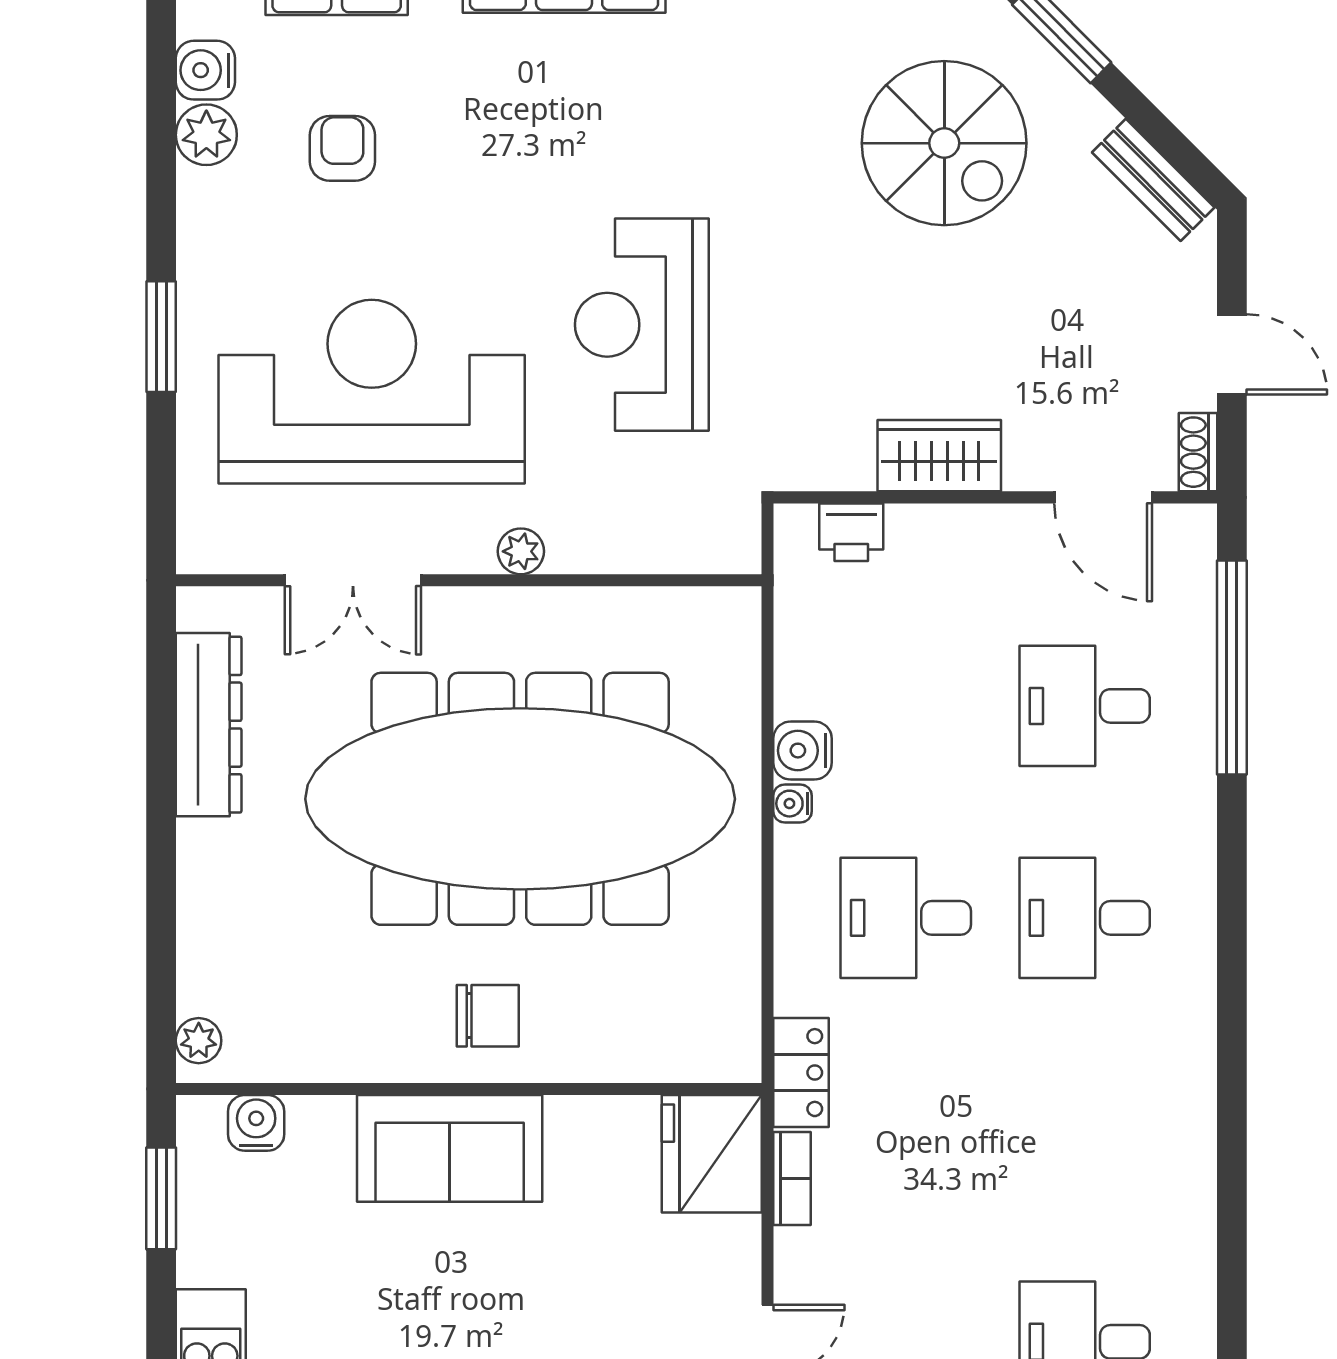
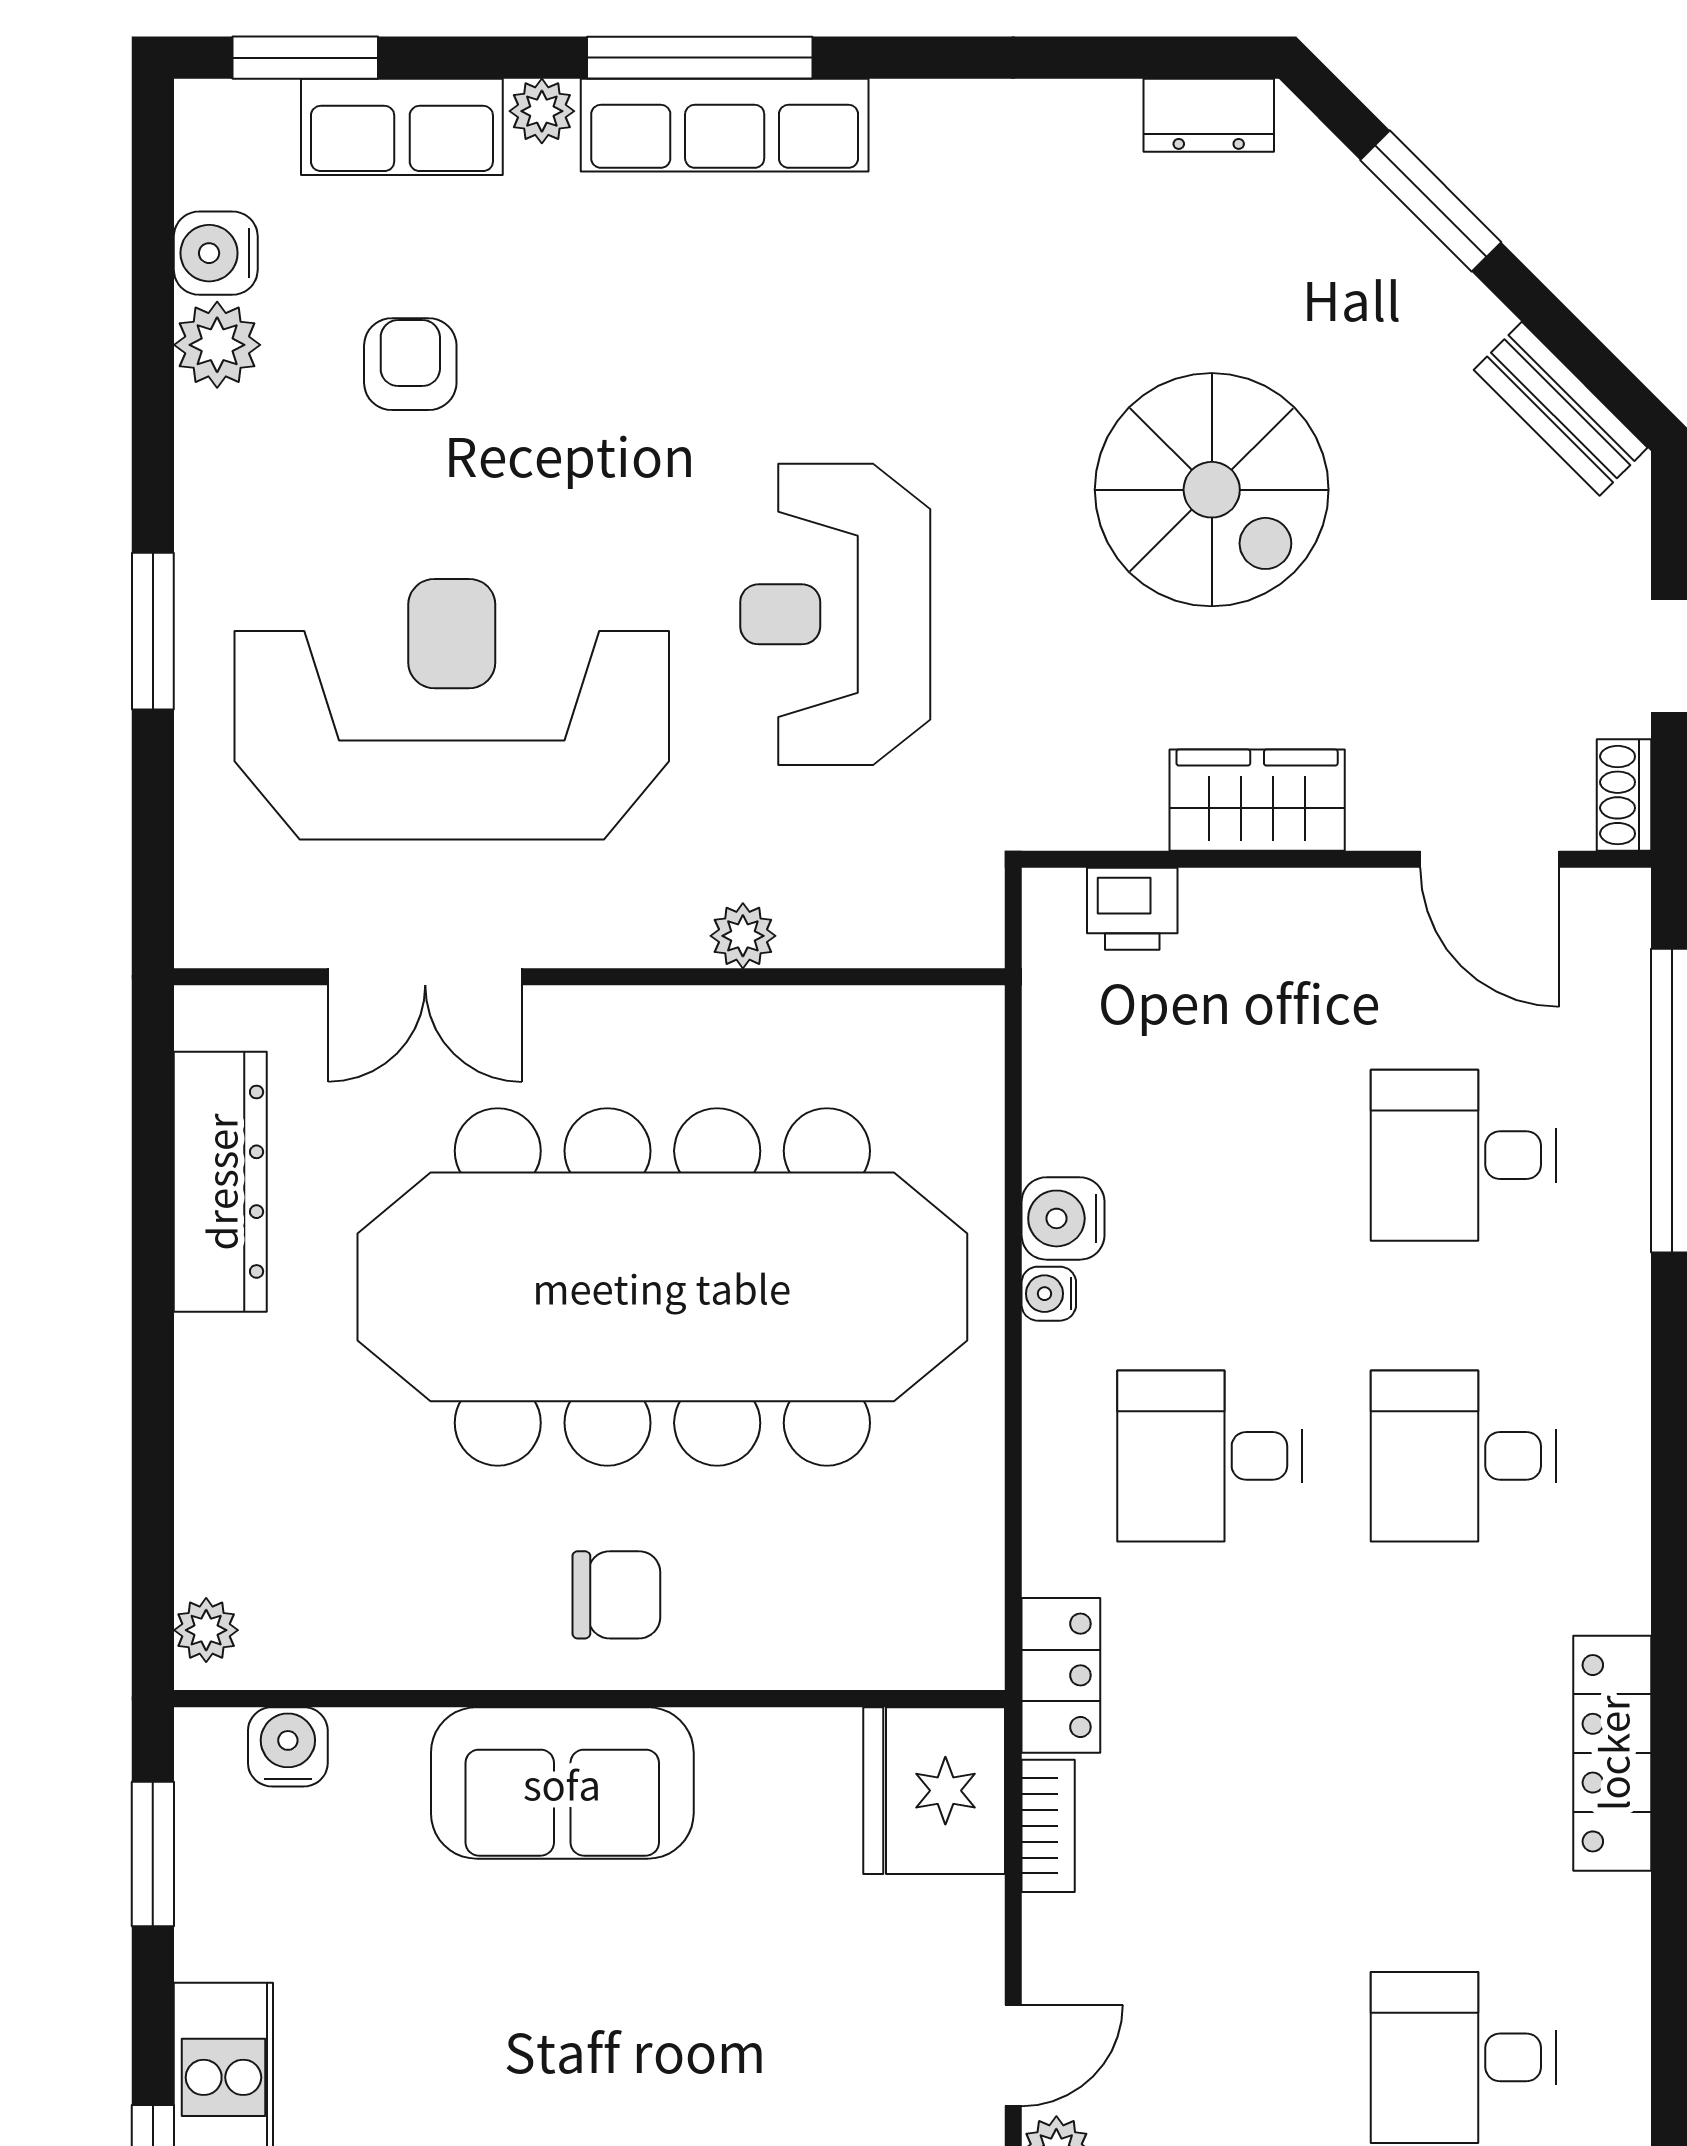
spiral stairs: (944, 143) -> (1212, 490), moved
plant: (521, 551) -> (743, 936), moved
locker: (1190, 1127) -> (1612, 1753), added

